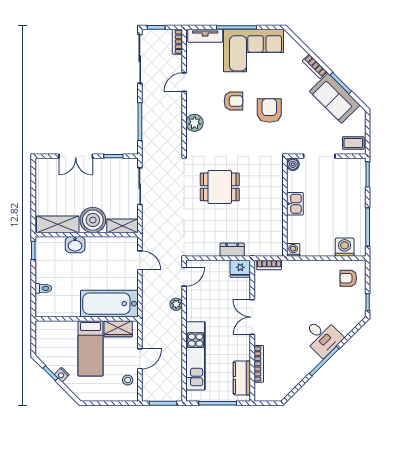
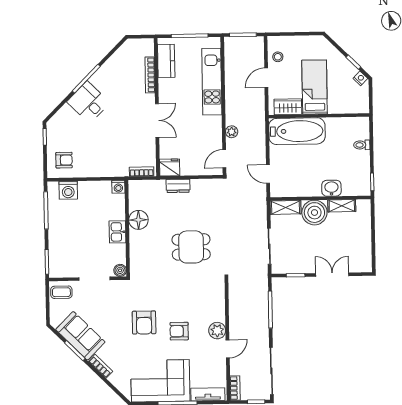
plant: (195, 123) -> (217, 331), moved
floor lamp: (273, 216) -> (138, 220), added
shelving: (58, 224) -> (342, 206), width x0.67, depth x0.75
nightstand: (62, 375) -> (360, 78), moved

